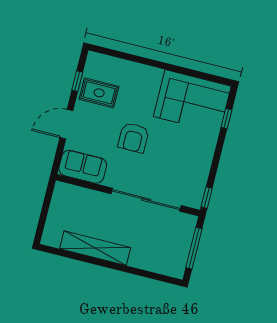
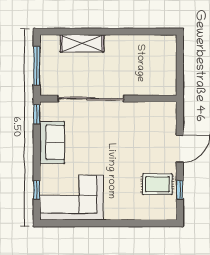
armchair: (133, 138) -> (116, 152), removed
sofa: (83, 167) -> (52, 142), moved, turned -90
shelving: (95, 248) -> (82, 43), moved, width x0.68

